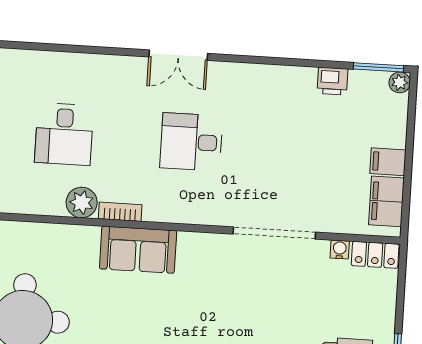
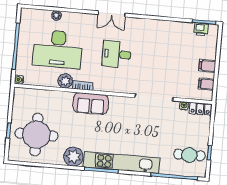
printer: (332, 81) -> (201, 29), moved
plant: (400, 82) -> (56, 15), moved
desk: (64, 134) -> (58, 49), width x1.87, depth x1.30
filing cabinet: (386, 201) -> (206, 84), width x0.50

